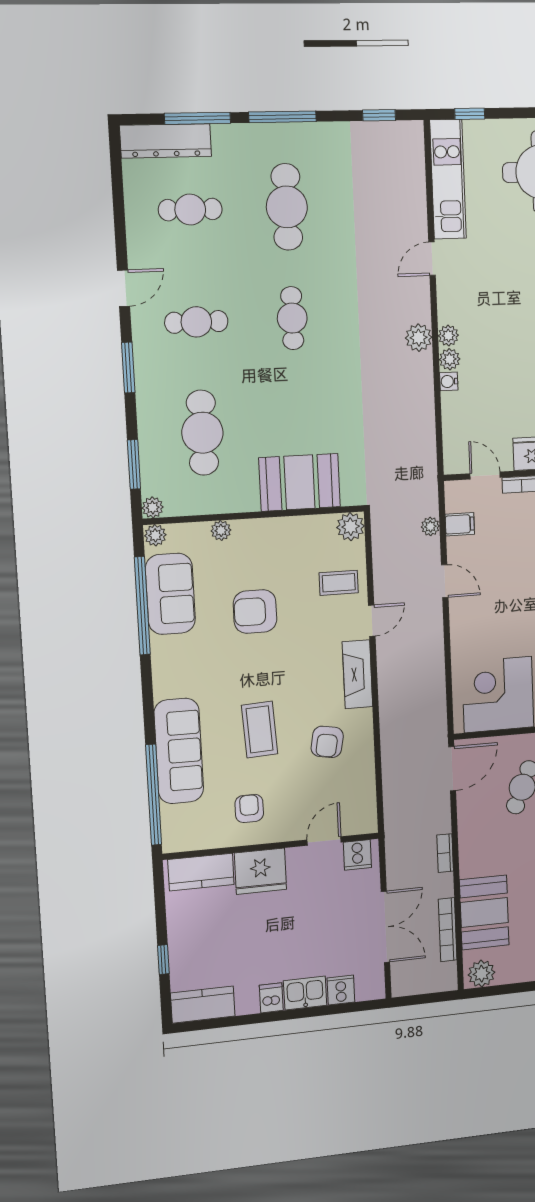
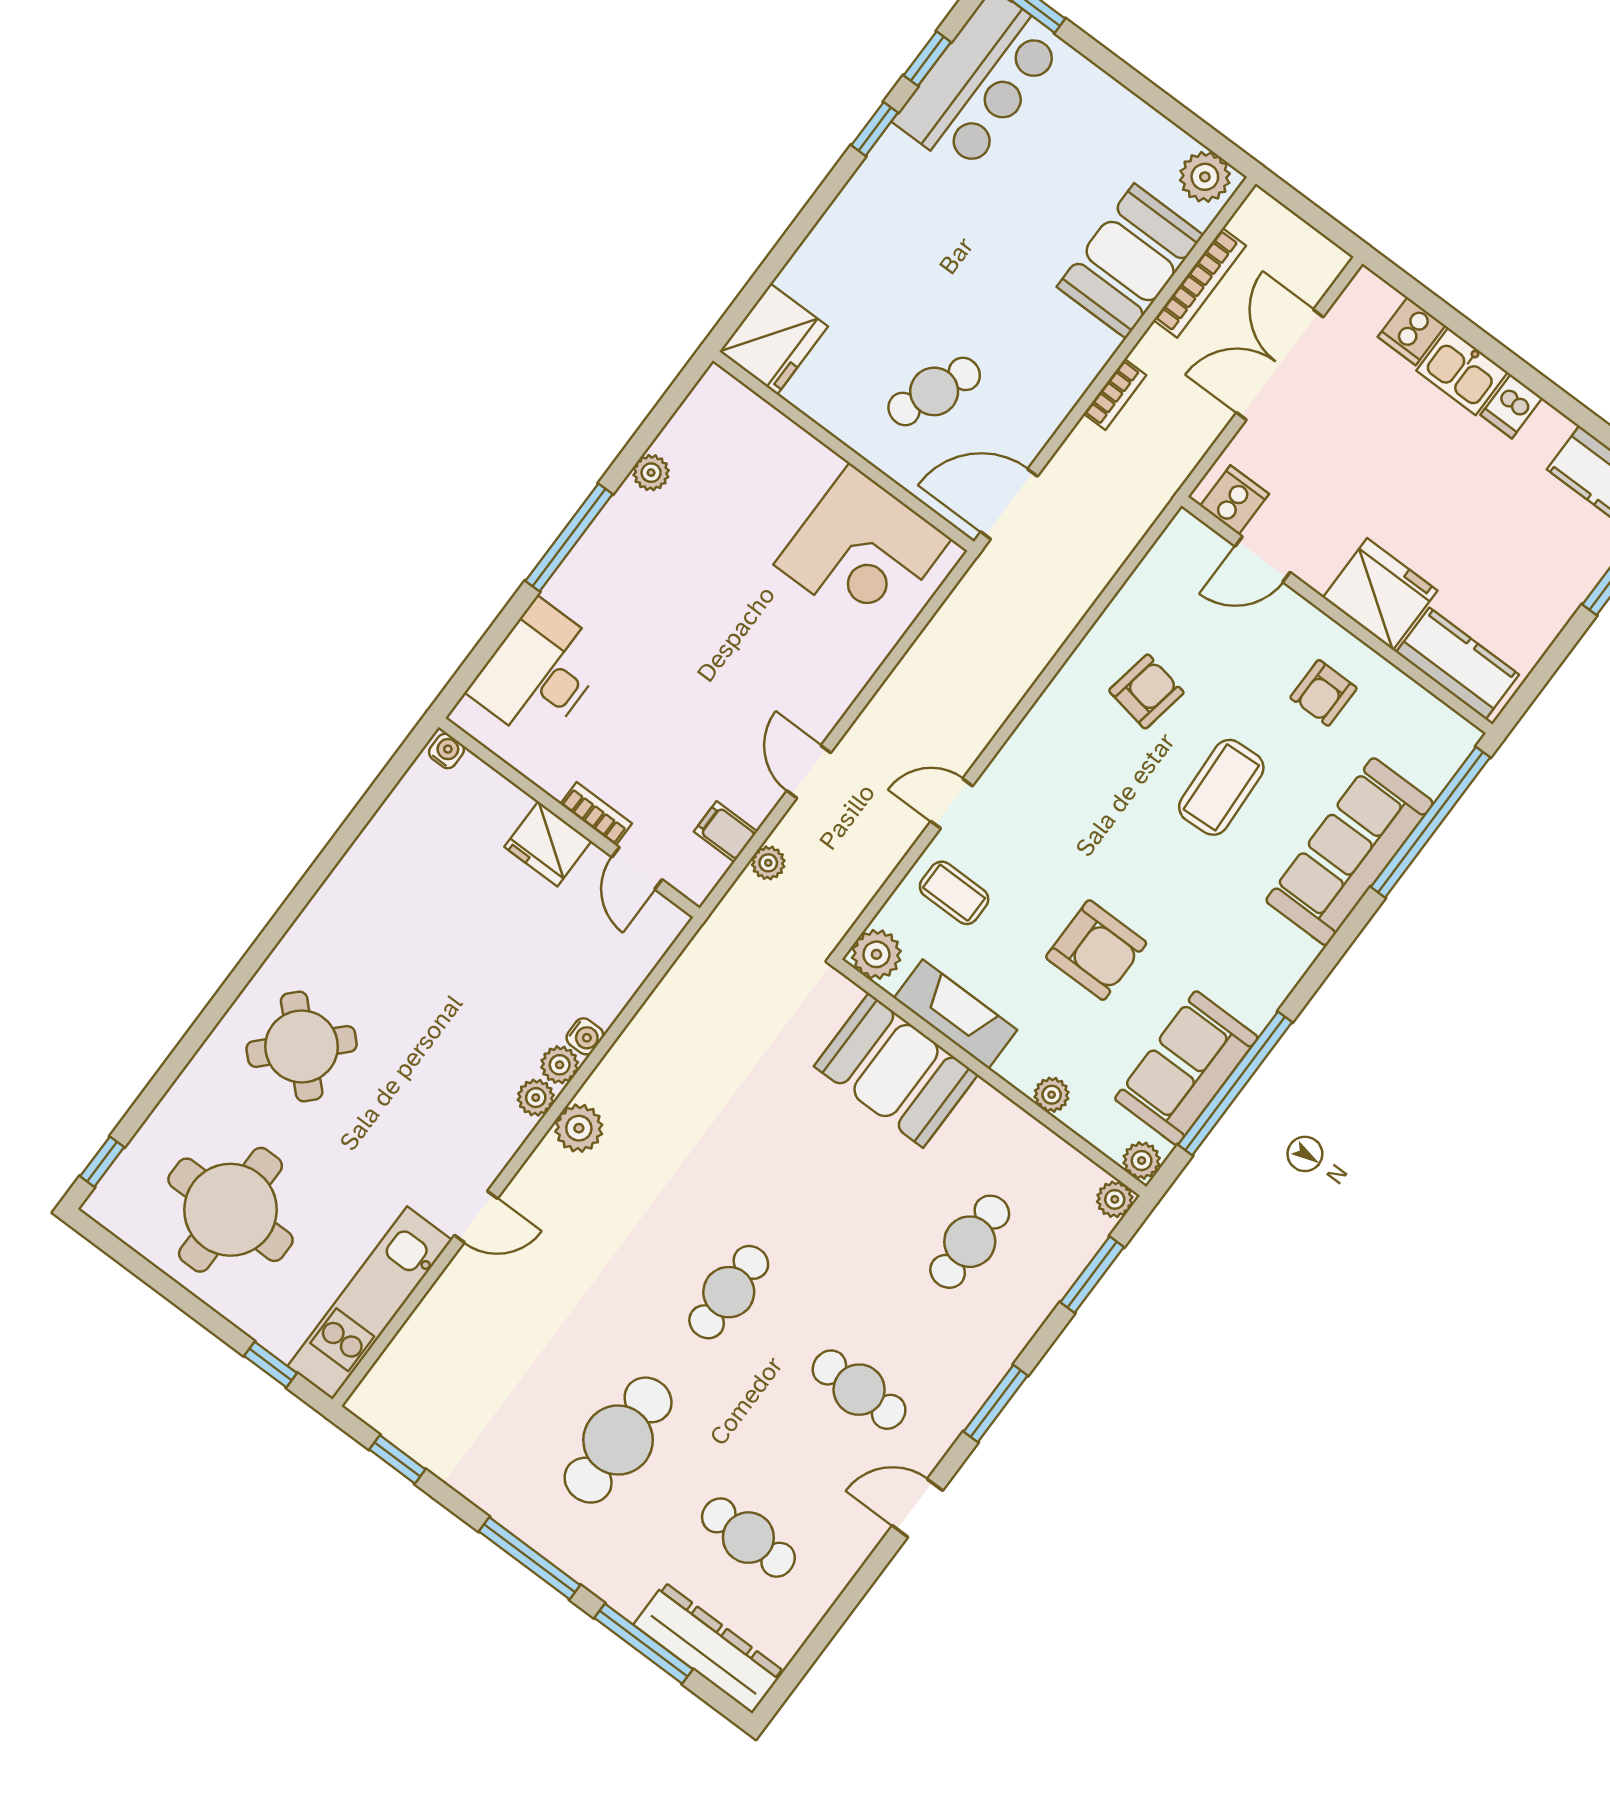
cafe table: (202, 433) -> (970, 1242), width x0.73, depth x0.74
fireplace: (357, 674) -> (956, 1014), moved, turned -90

